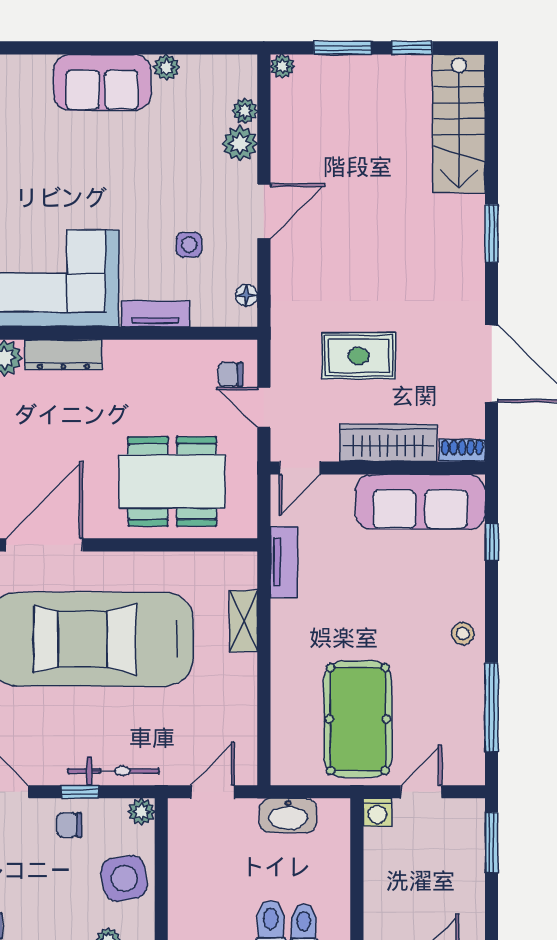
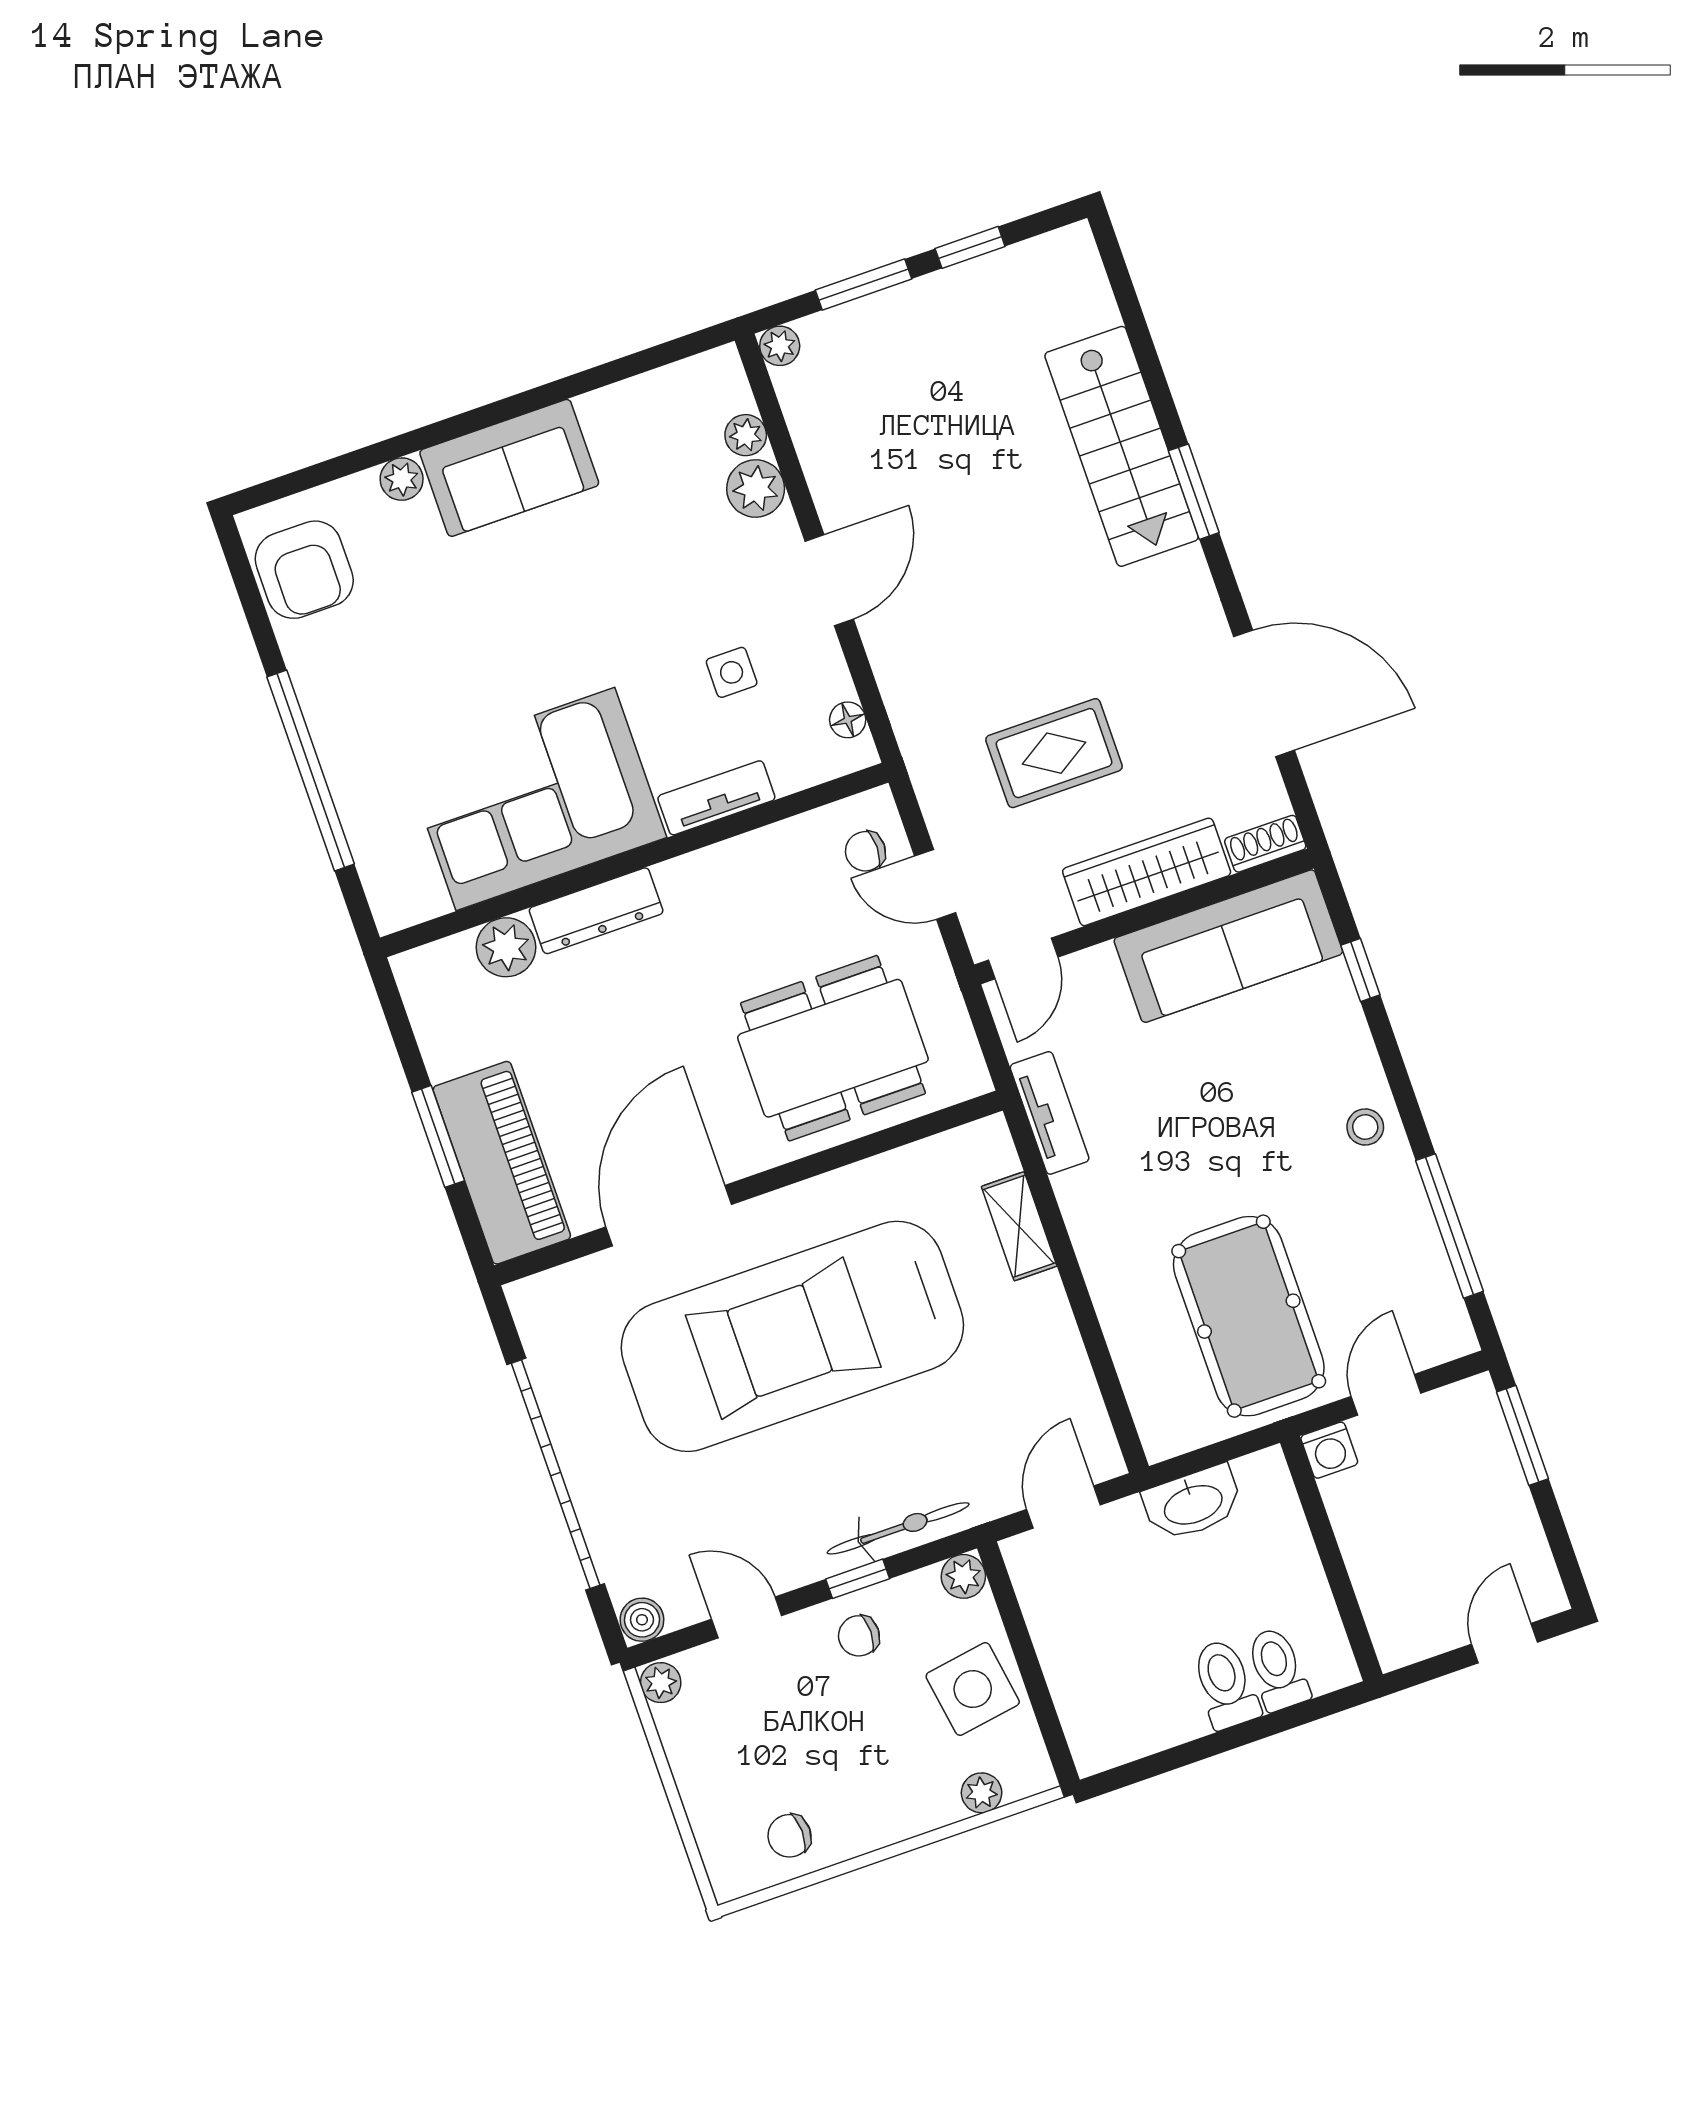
plant: (166, 67) -> (402, 479), moved
stairs: (459, 124) -> (1122, 446), moved

